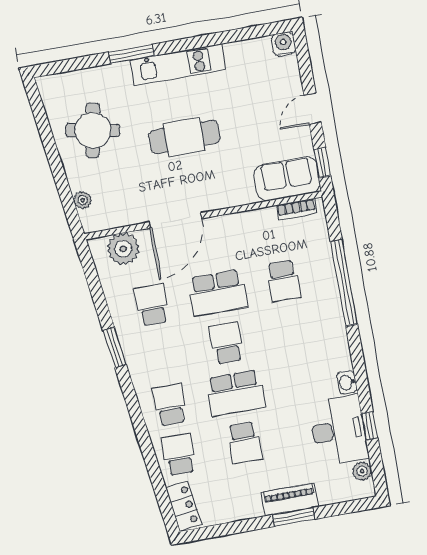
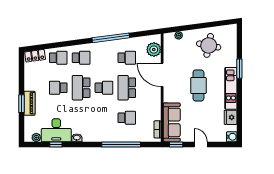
fridge: (241, 54) -> (231, 117), added
sofa: (287, 179) -> (172, 122), width x1.36
school desk: (283, 281) -> (127, 118), turned 180
window: (115, 347) -> (111, 38), width x2.11

